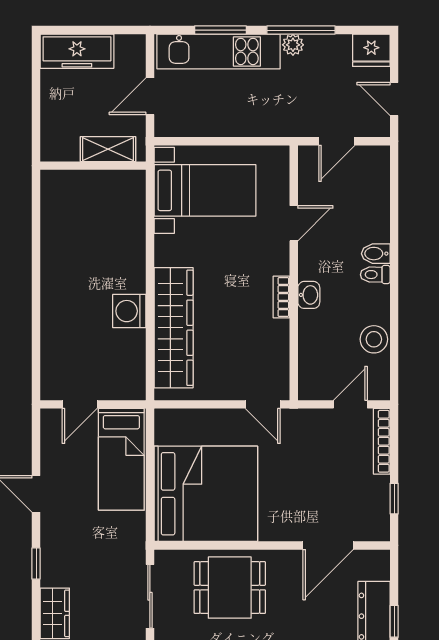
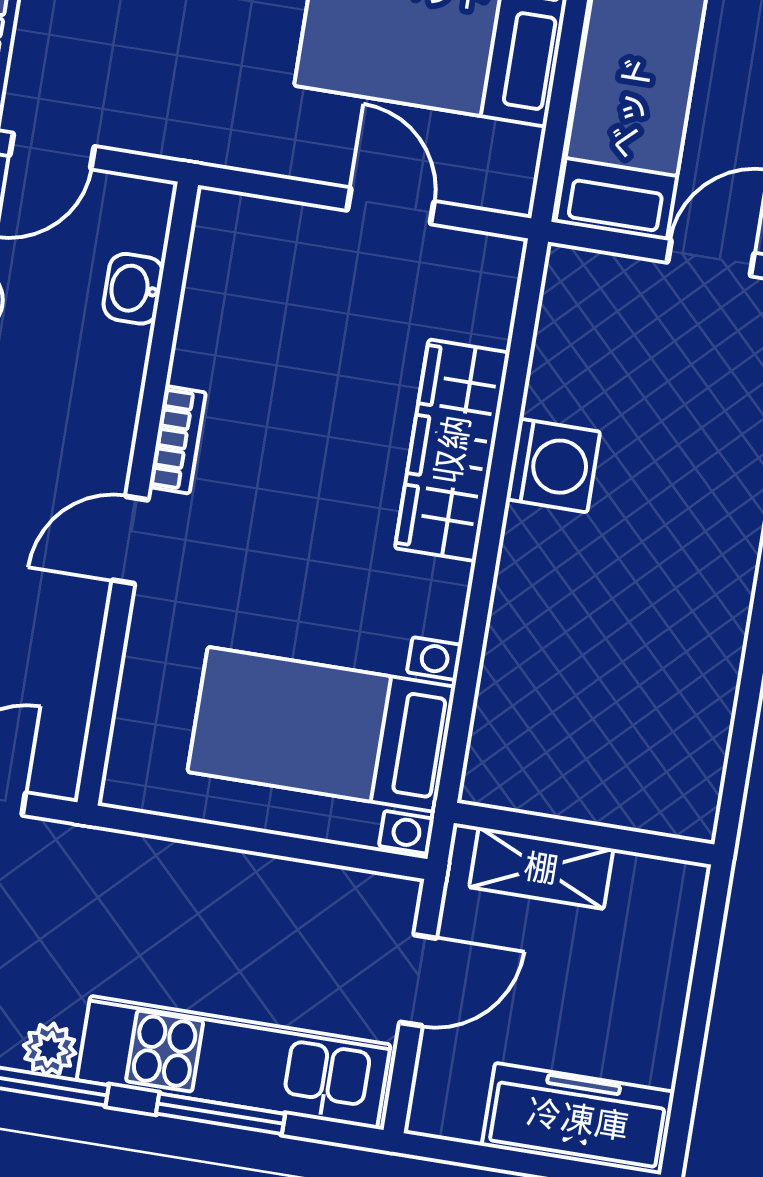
door: (294, 223) -> (130, 540), moved
washbasin: (309, 295) -> (133, 289), moved
wardrobe: (174, 328) -> (452, 450), width x0.71, depth x0.85
door: (263, 404) -> (391, 206), moved

